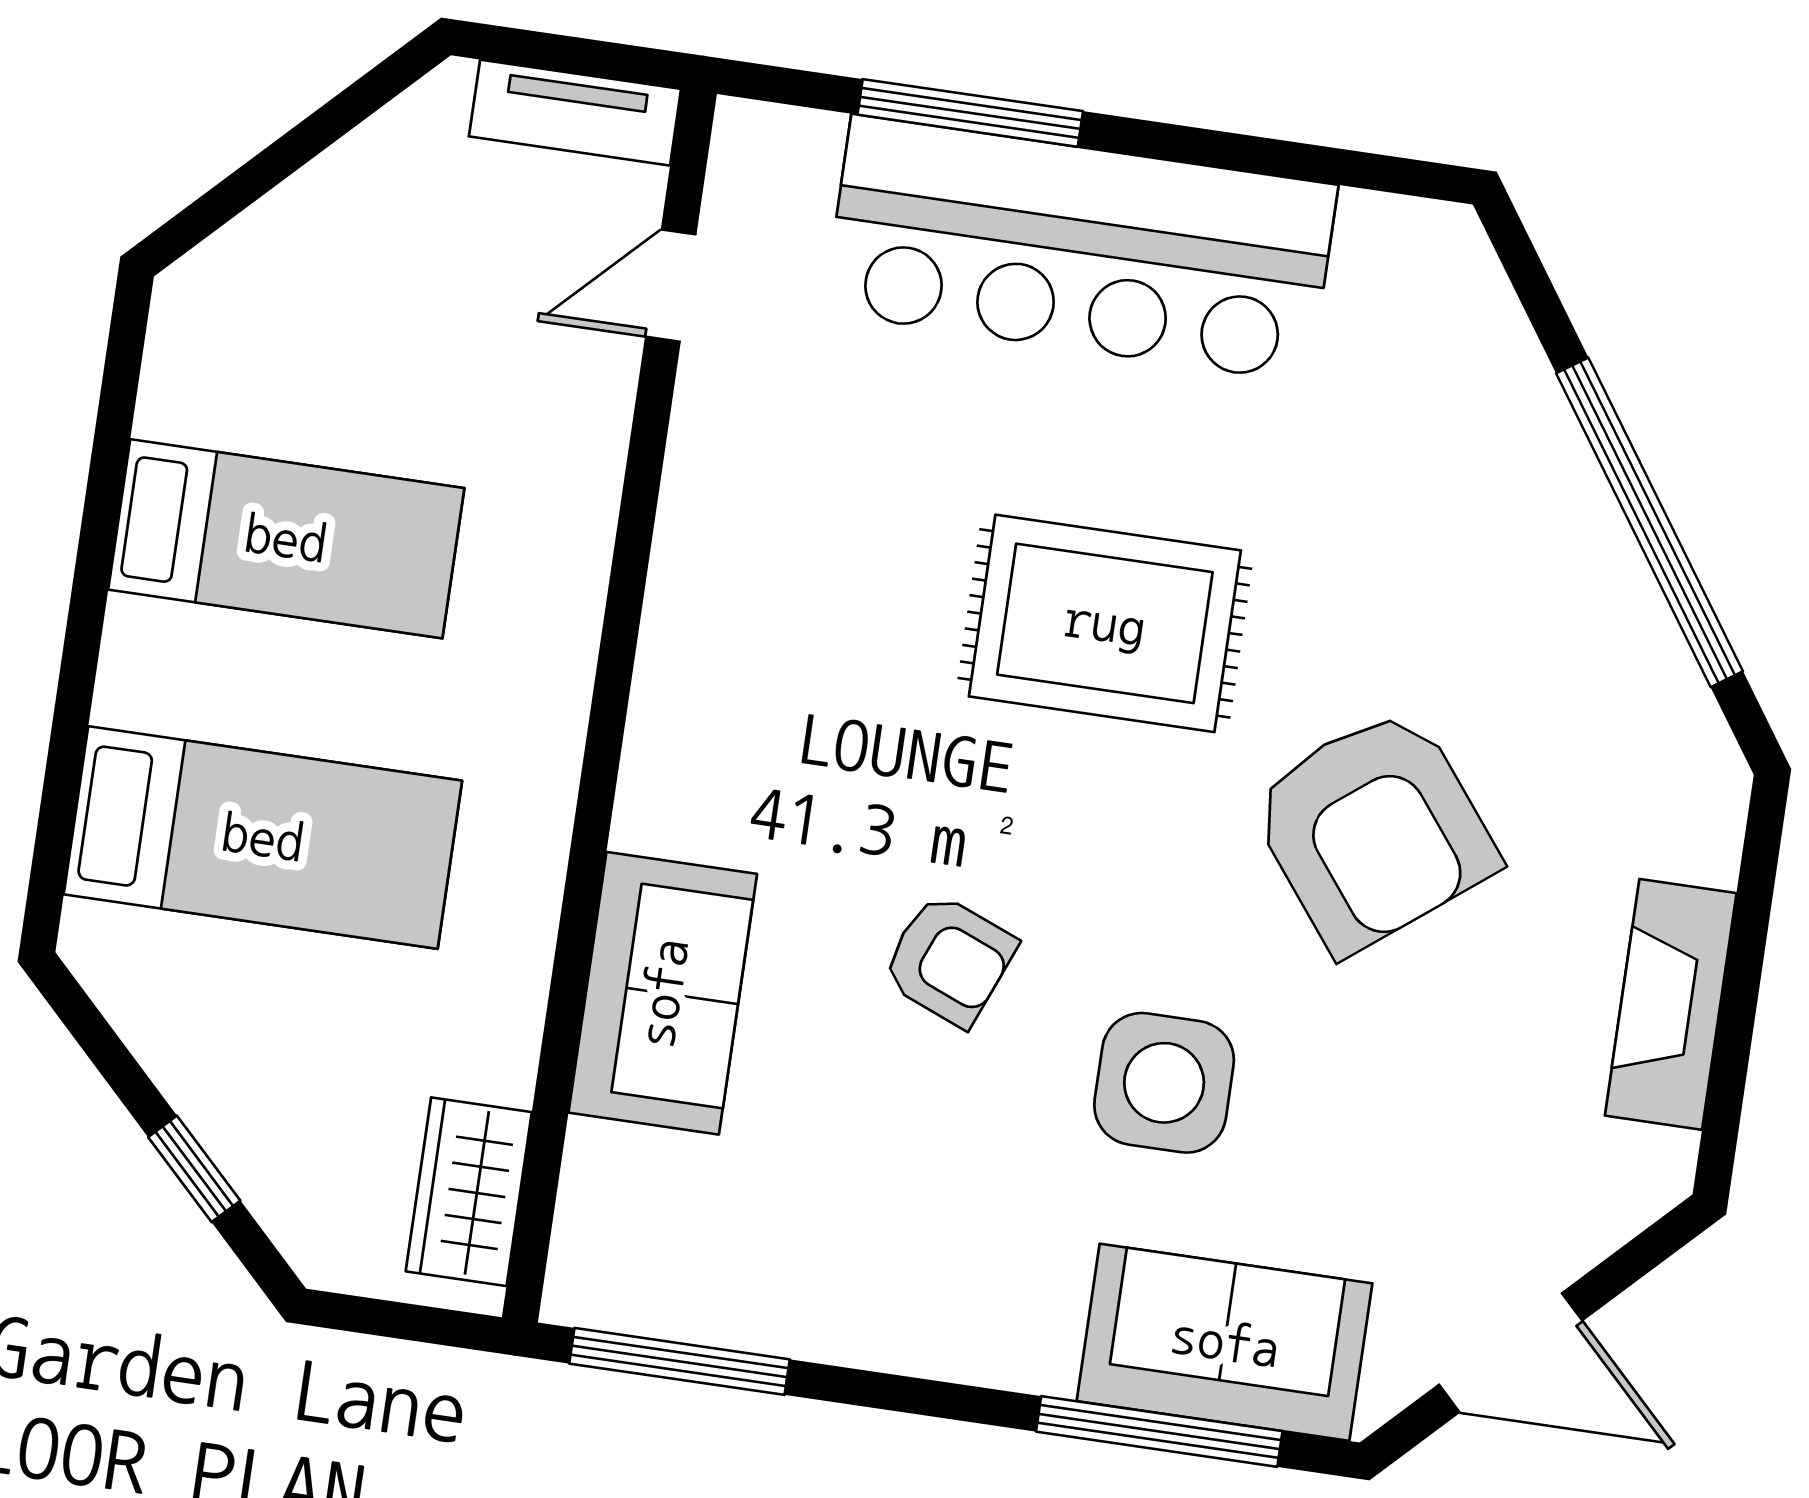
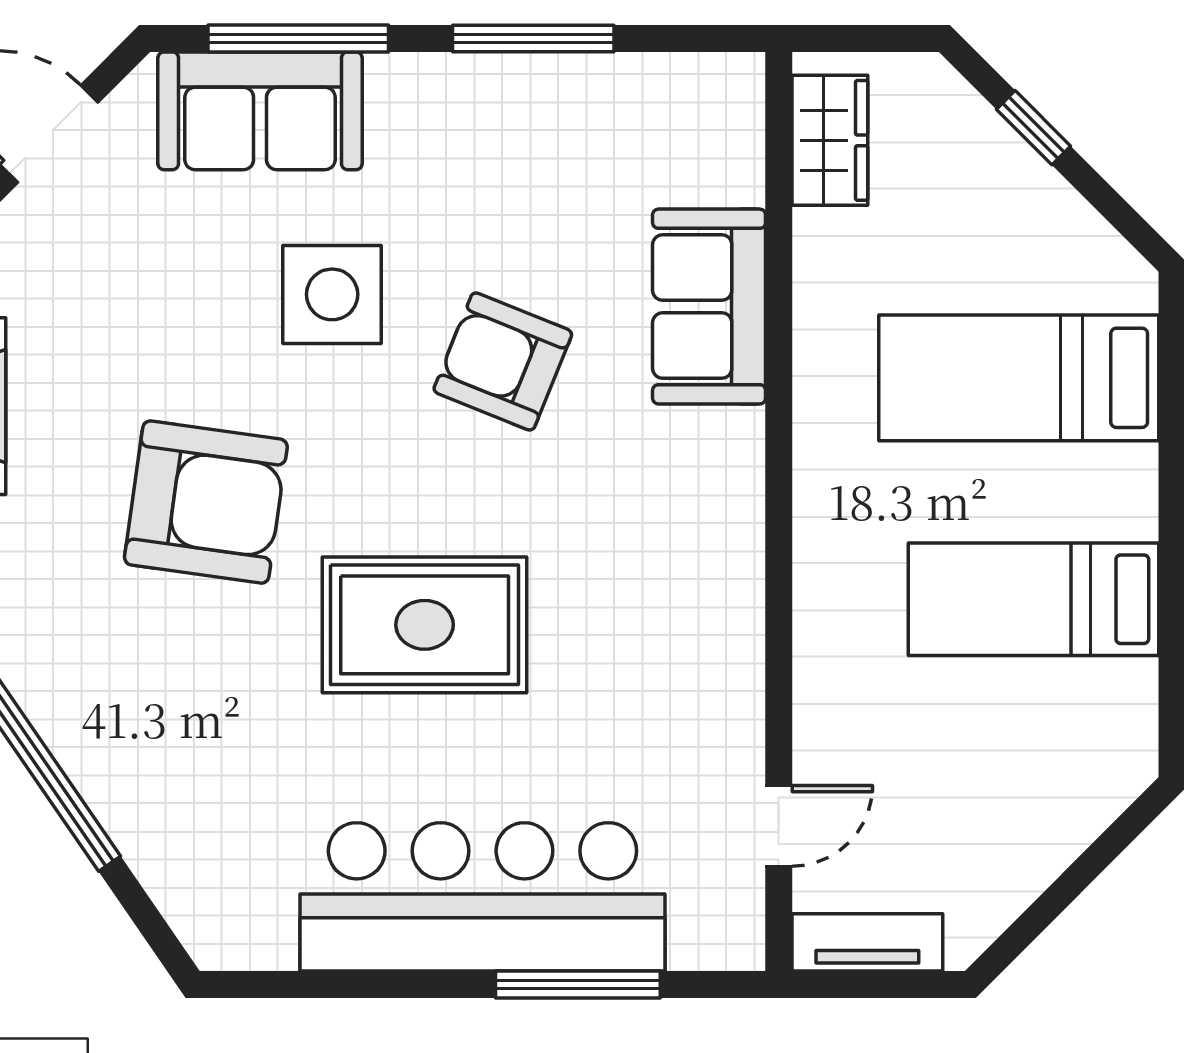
armchair: (1373, 830) -> (206, 502), turned 136
armchair: (949, 960) -> (503, 362), width x1.38, depth x1.38
window: (679, 1361) -> (533, 38), moved

